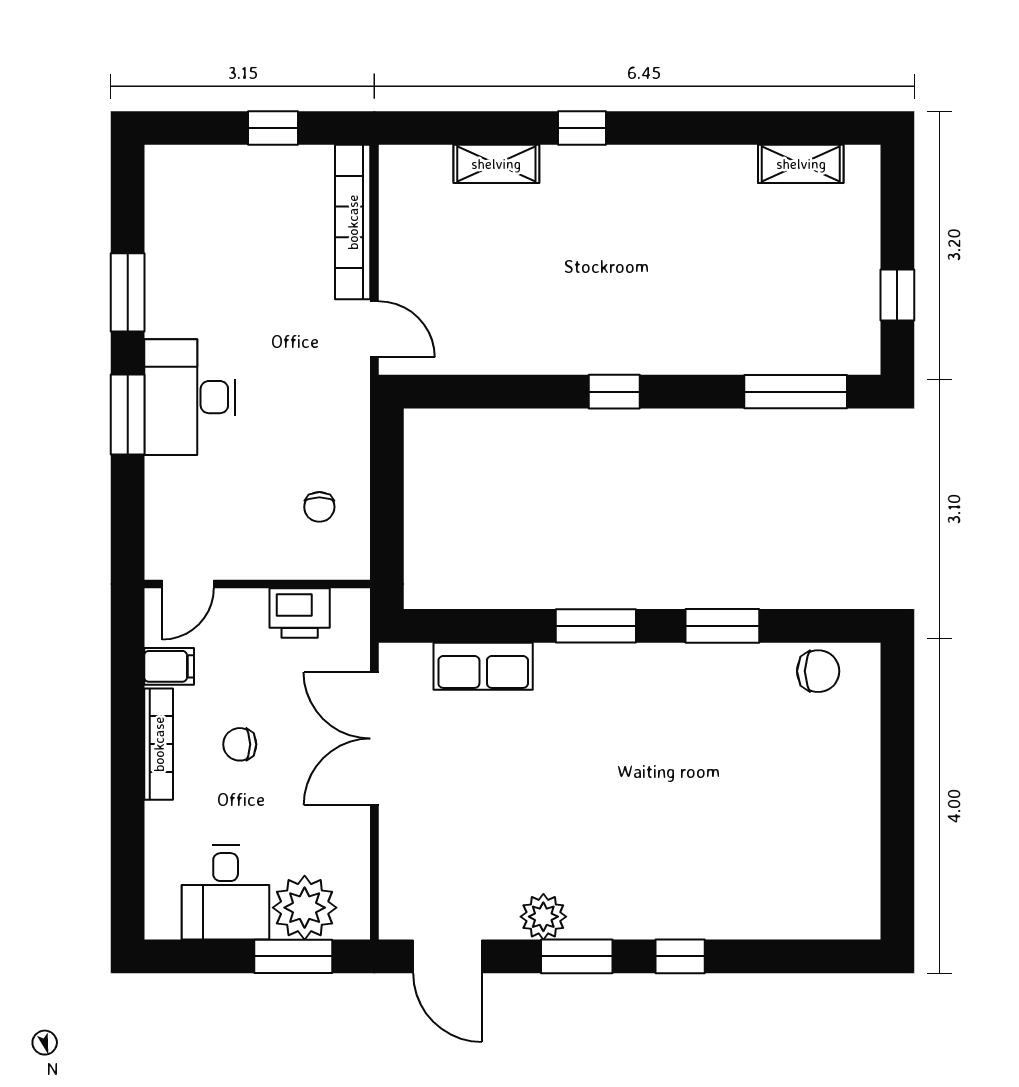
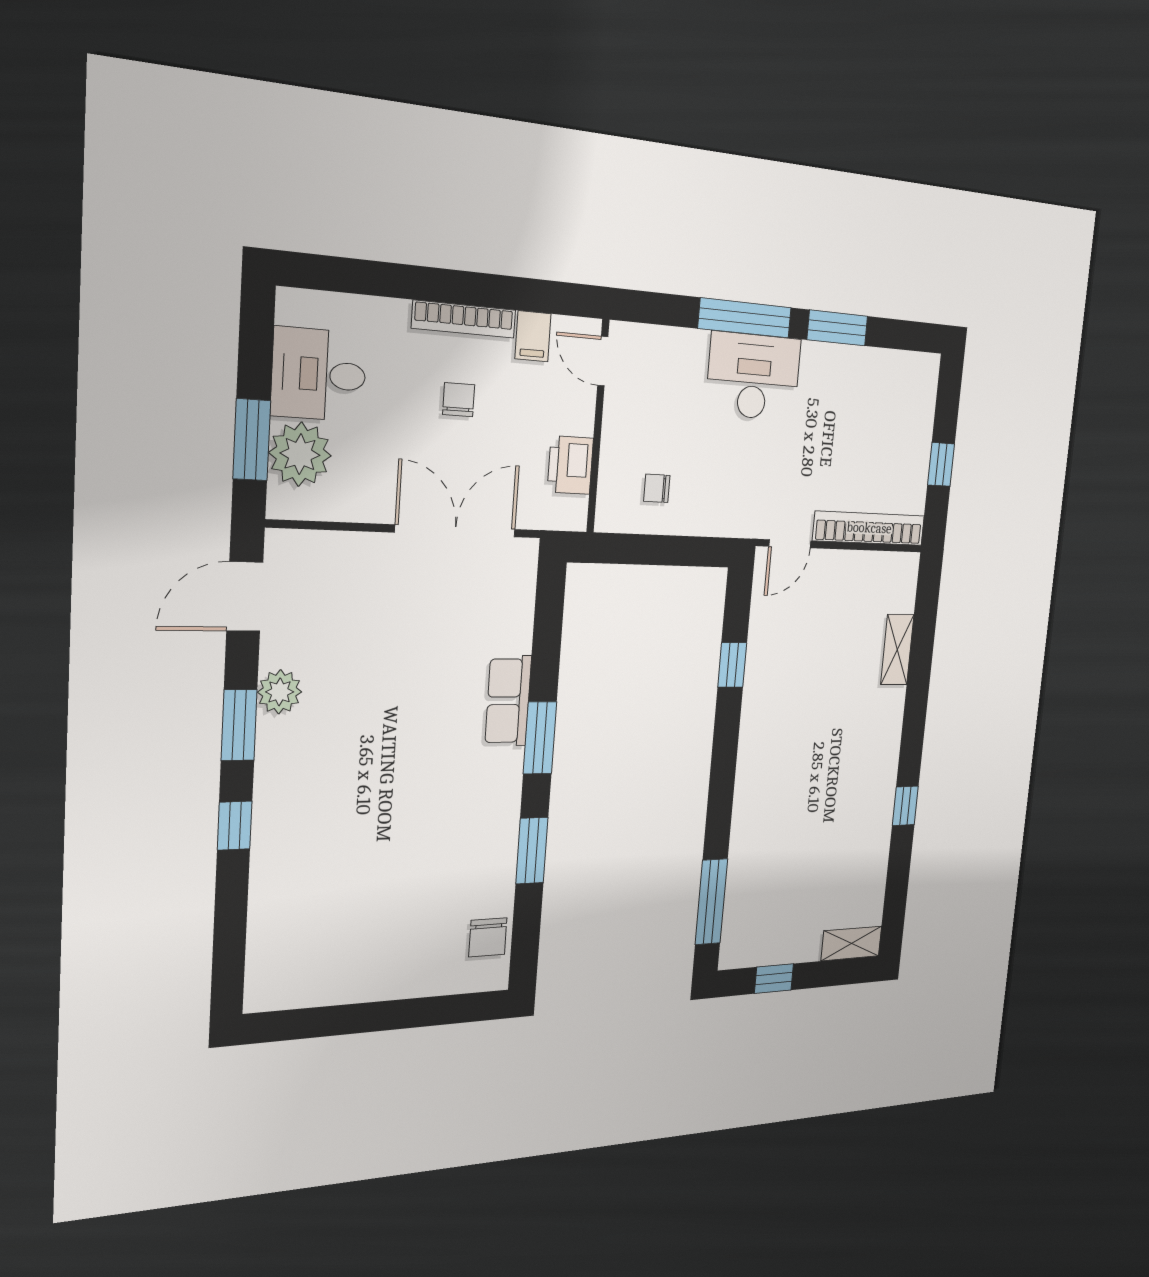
window: (582, 128) -> (905, 806), moved
shelving: (801, 164) -> (851, 943), moved, turned 90
window: (614, 392) -> (732, 665), moved
window: (128, 415) -> (745, 318), width x1.44
row of seats: (483, 666) -> (508, 701), moved

